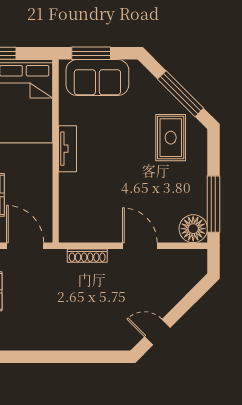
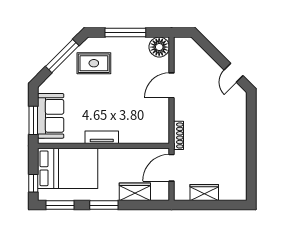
window: (213, 204) -> (125, 33), moved
shoe rack: (87, 256) -> (179, 135), moved

